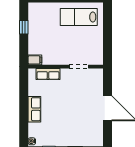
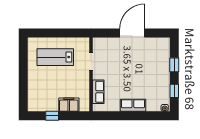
lab bench: (79, 17) -> (55, 57), moved, turned 90
filing cabinet: (35, 60) -> (69, 105), moved, width x2.00

